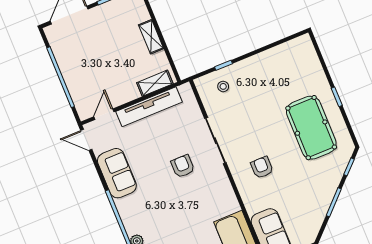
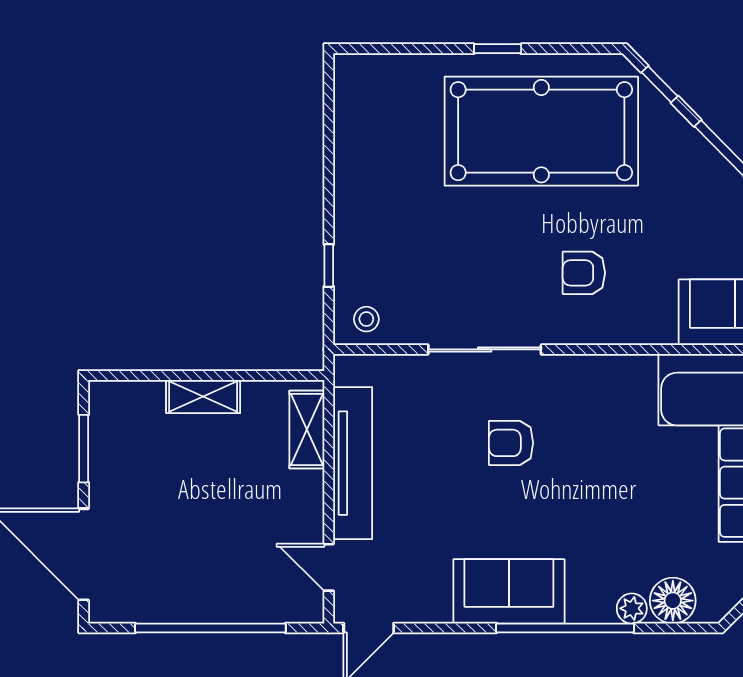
stool: (223, 86) -> (366, 319), moved
pool table: (311, 128) -> (541, 131), width x1.36, depth x1.32
sofa: (117, 173) -> (509, 591), moved

